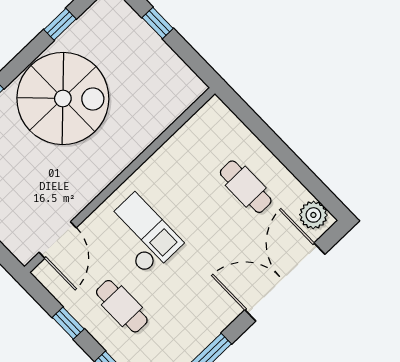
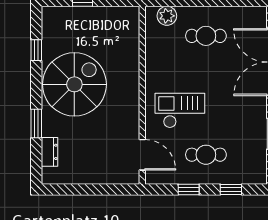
plant: (313, 215) -> (167, 16), moved

